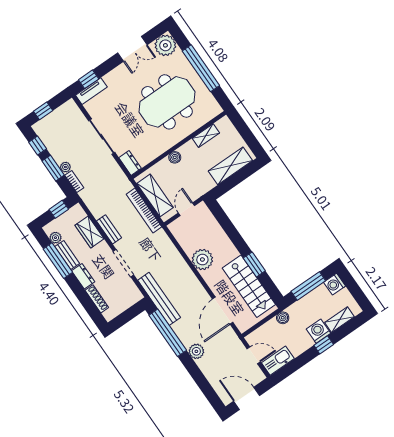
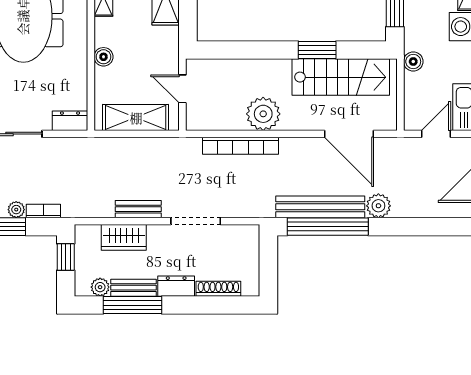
bookcase: (144, 210) -> (241, 146), moved
bench: (159, 299) -> (320, 207), moved

